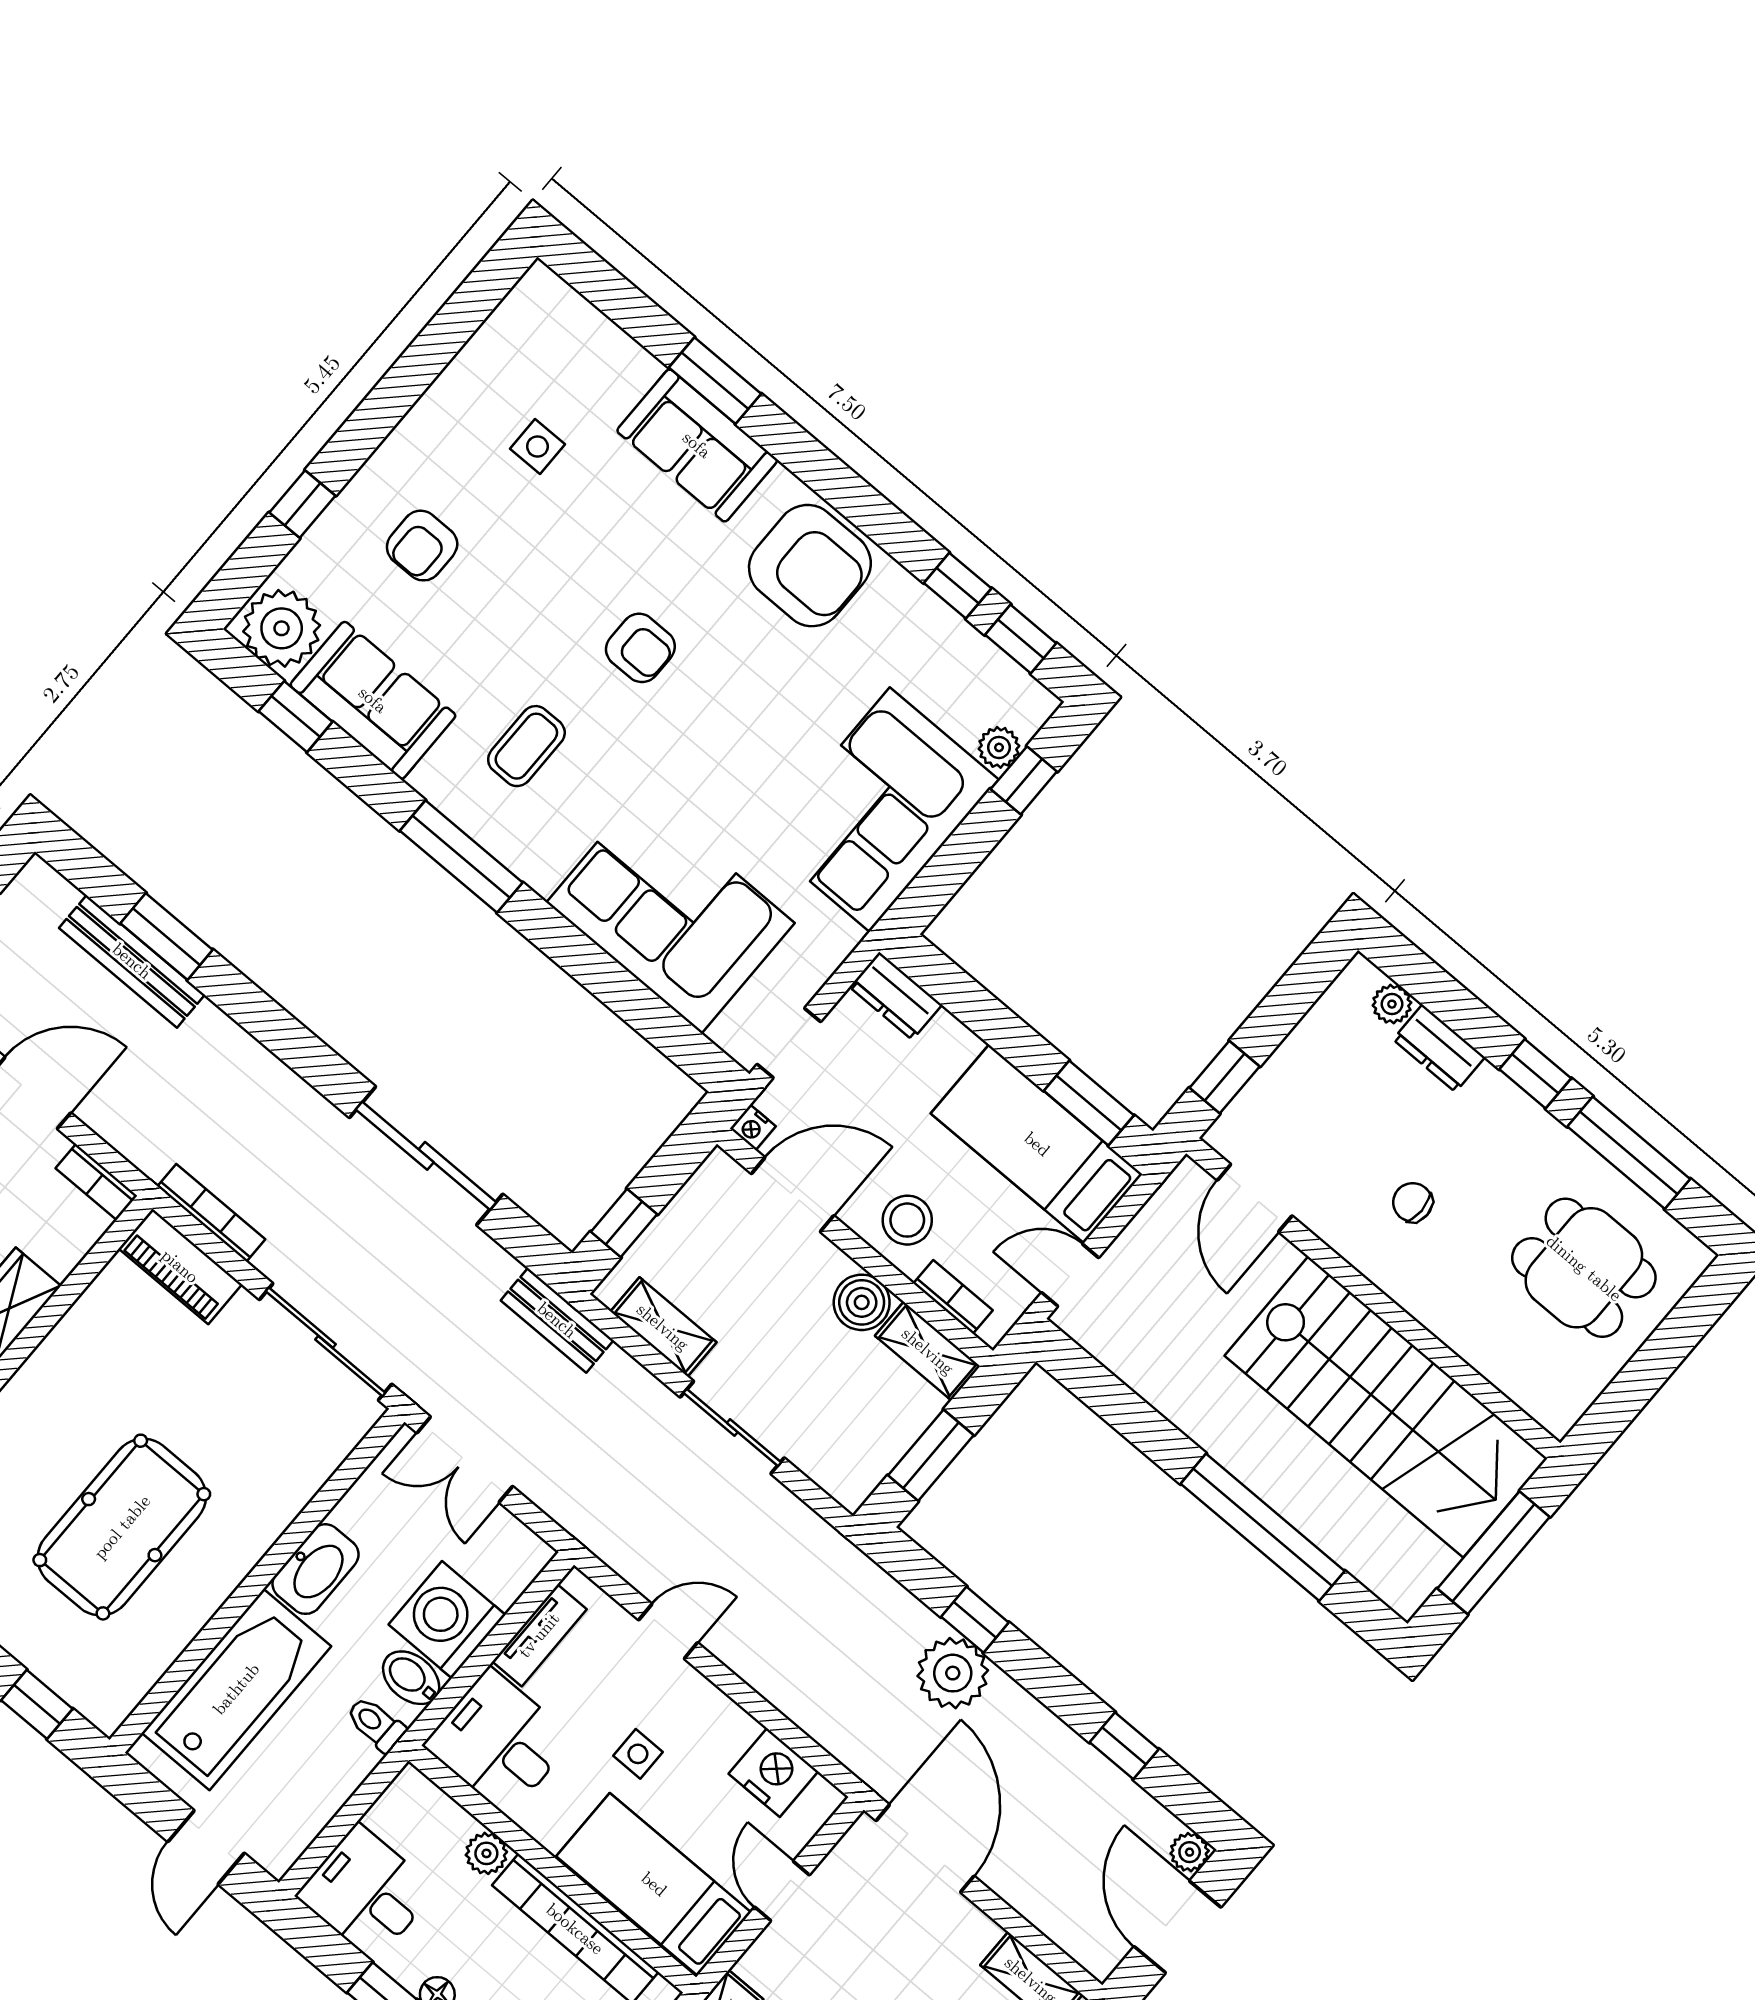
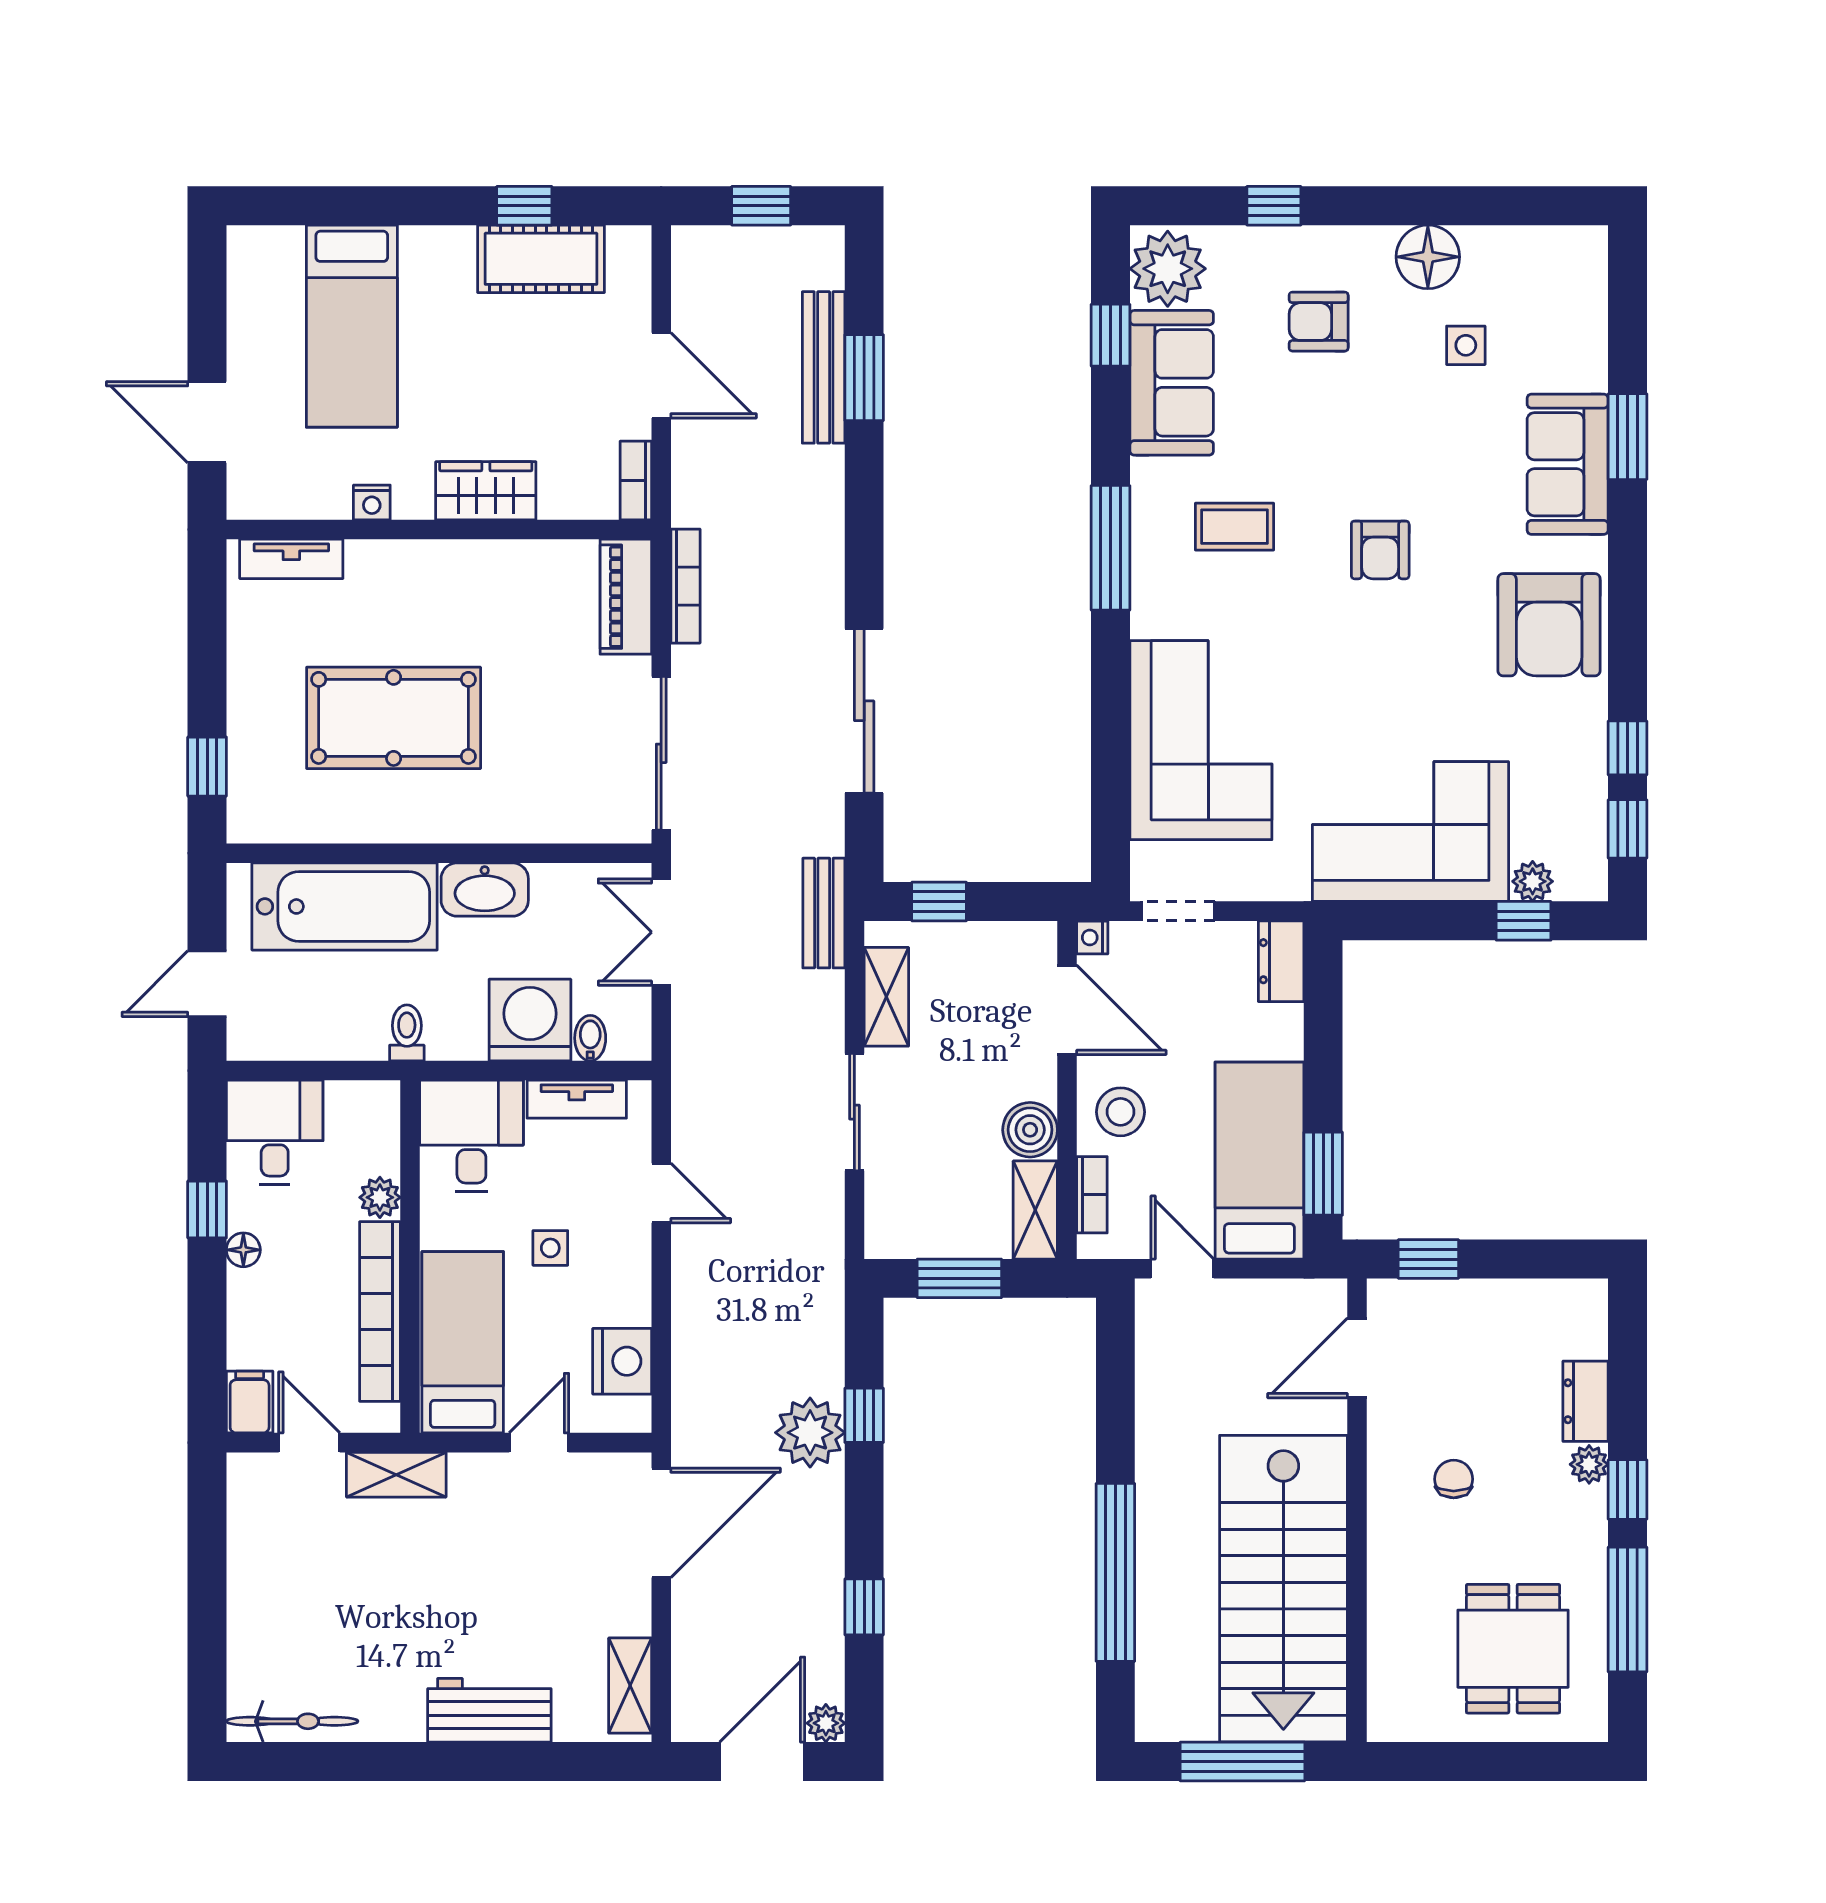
floor lamp: (444, 418) -> (1428, 257), added
plant: (1392, 1004) -> (1589, 1464), moved
bidet: (411, 1678) -> (590, 1038), moved, width x0.72, depth x0.74

